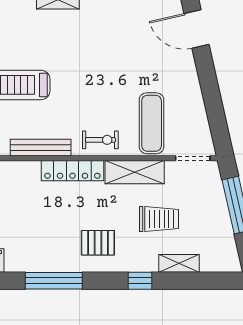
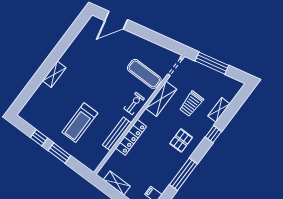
locker: (72, 171) -> (131, 137), moved
trolley: (159, 219) -> (191, 104), turned 180

